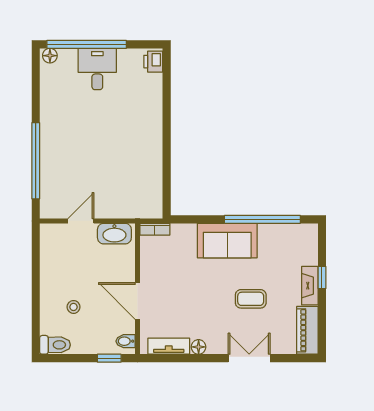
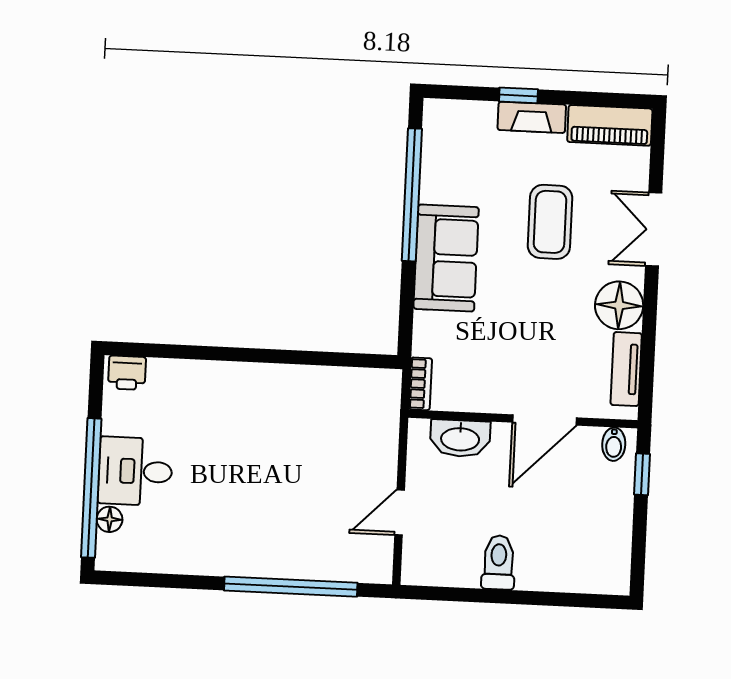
floor lamp: (50, 56) -> (110, 519), moved
door: (81, 221) -> (400, 512), hinge flipped
washbasin: (114, 234) -> (460, 438), moved, turned 90
coffee table: (251, 299) -> (550, 222), width x1.36, depth x1.30
stool: (74, 307) -> (550, 532), removed
toilet: (55, 345) -> (499, 562), moved
floor lamp: (199, 347) -> (619, 305), width x1.89, depth x1.89

